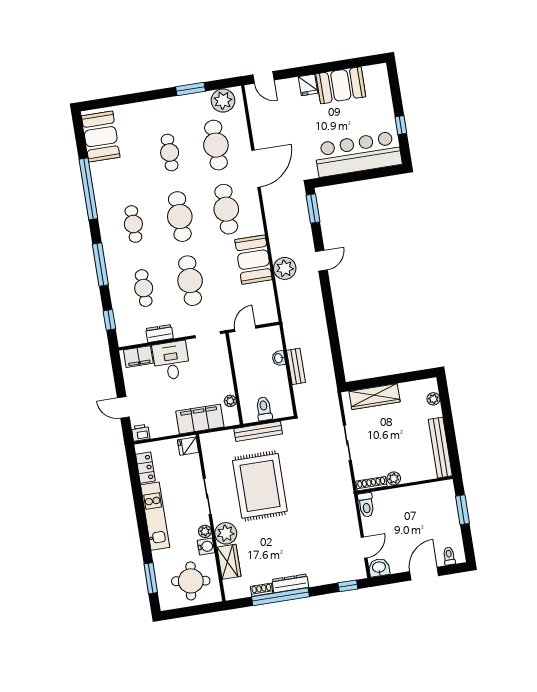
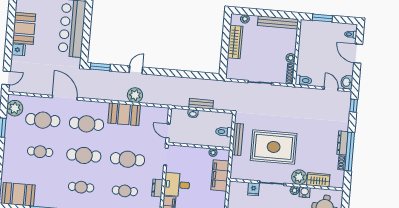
door: (321, 261) -> (136, 70), hinge flipped
wardrobe: (375, 397) -> (235, 42), moved
fridge: (188, 446) -> (254, 189), moved

